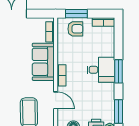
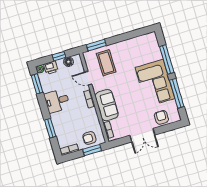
desk: (101, 70) -> (57, 101), moved
window: (118, 71) -> (50, 128), moved

